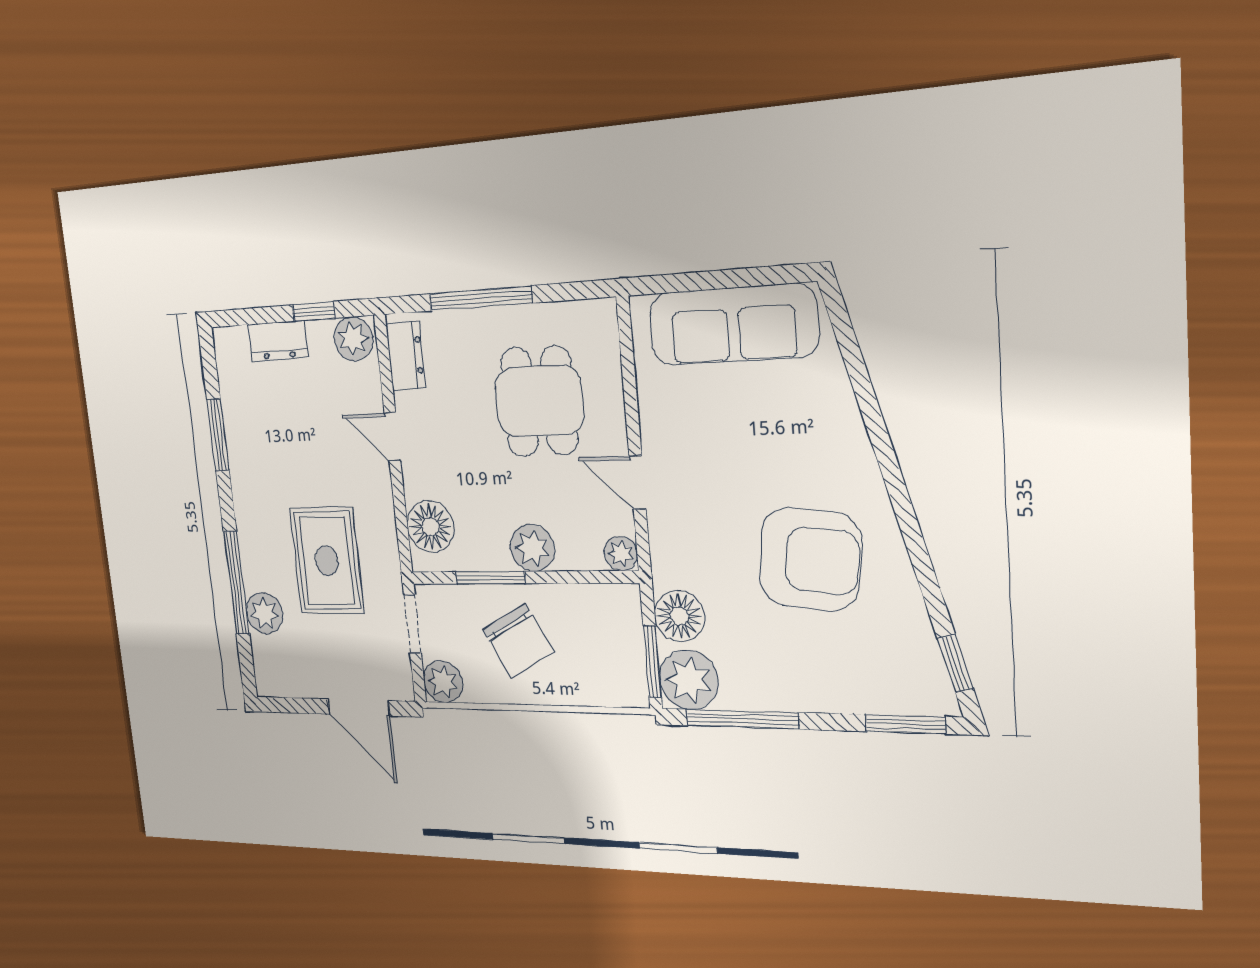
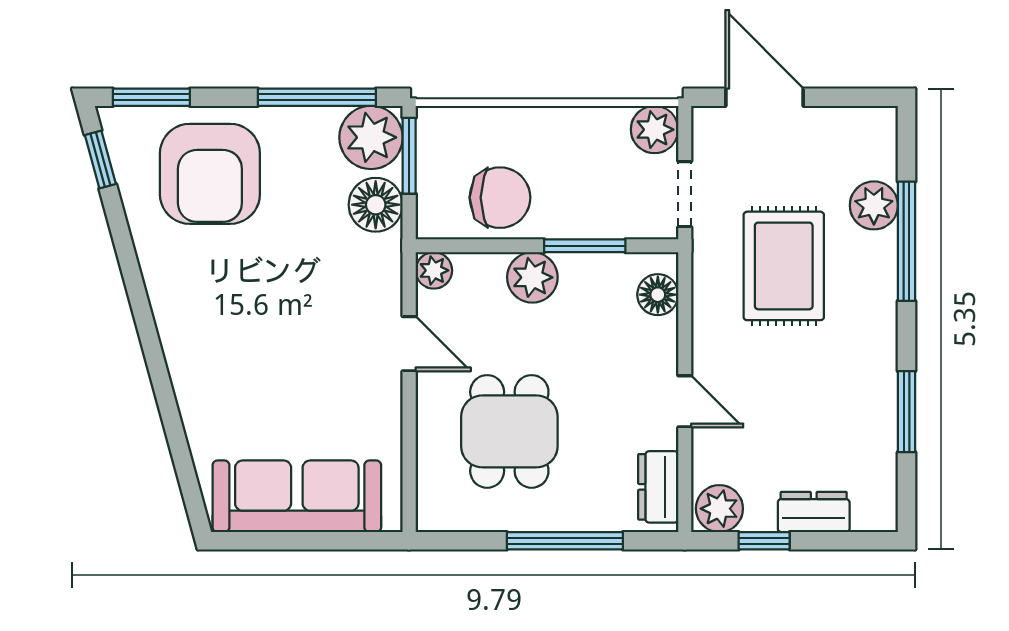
floor lamp: (430, 527) -> (658, 295), width x0.73, depth x0.73
armchair: (810, 559) -> (210, 174), moved, turned -97
chair: (518, 640) -> (500, 198), moved, turned 119

